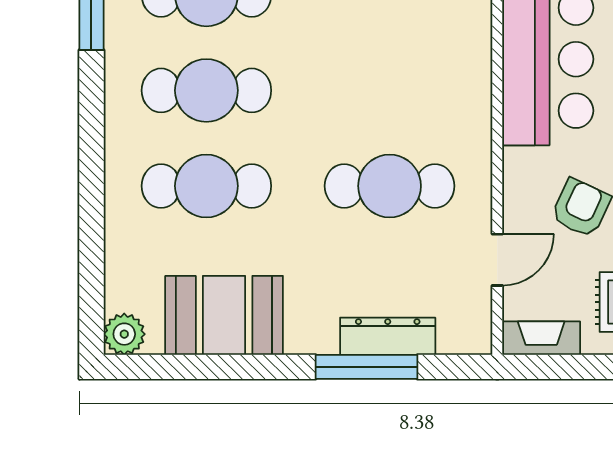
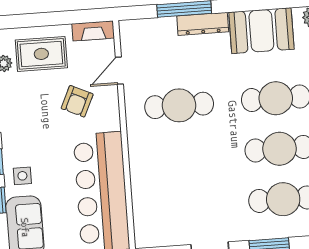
dresser: (388, 336) -> (203, 24), moved

